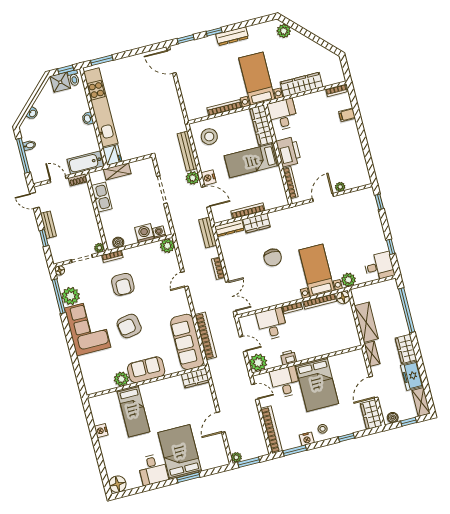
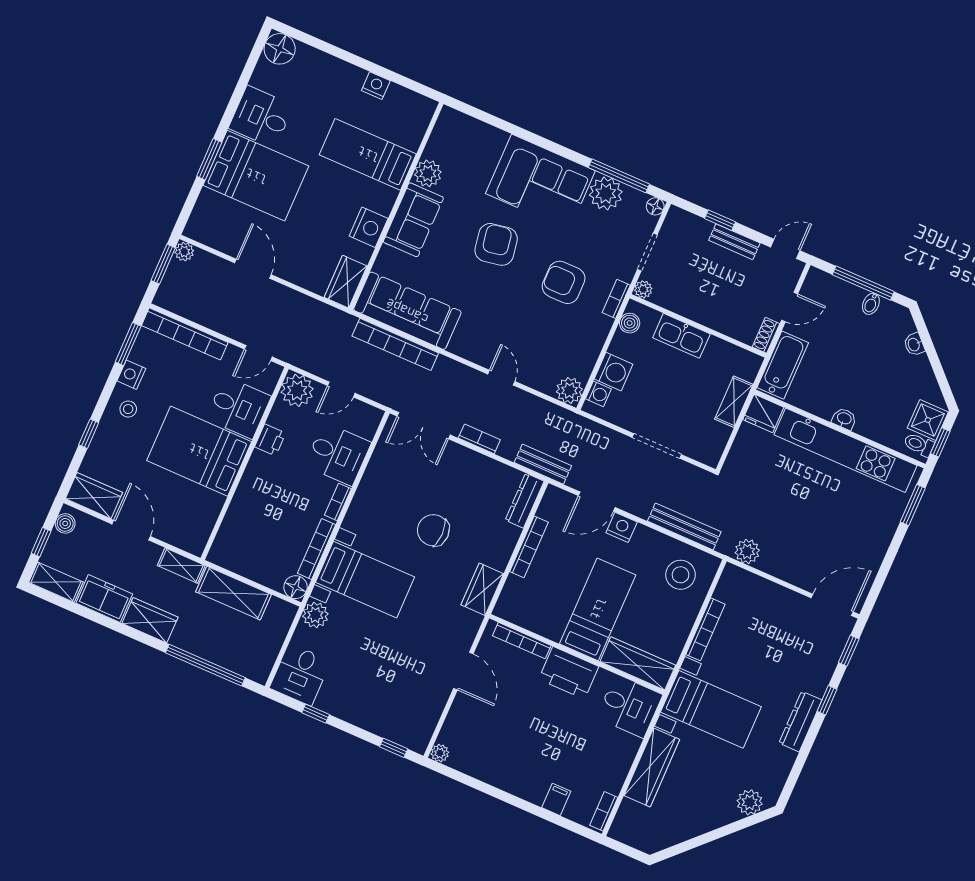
plant: (193, 178) -> (747, 551), moved
plant: (340, 187) -> (440, 753), moved
kitchen sink: (102, 197) -> (681, 336), moved
wardrobe: (257, 223) -> (482, 589), moved
nightstand: (164, 386) -> (369, 227), added

